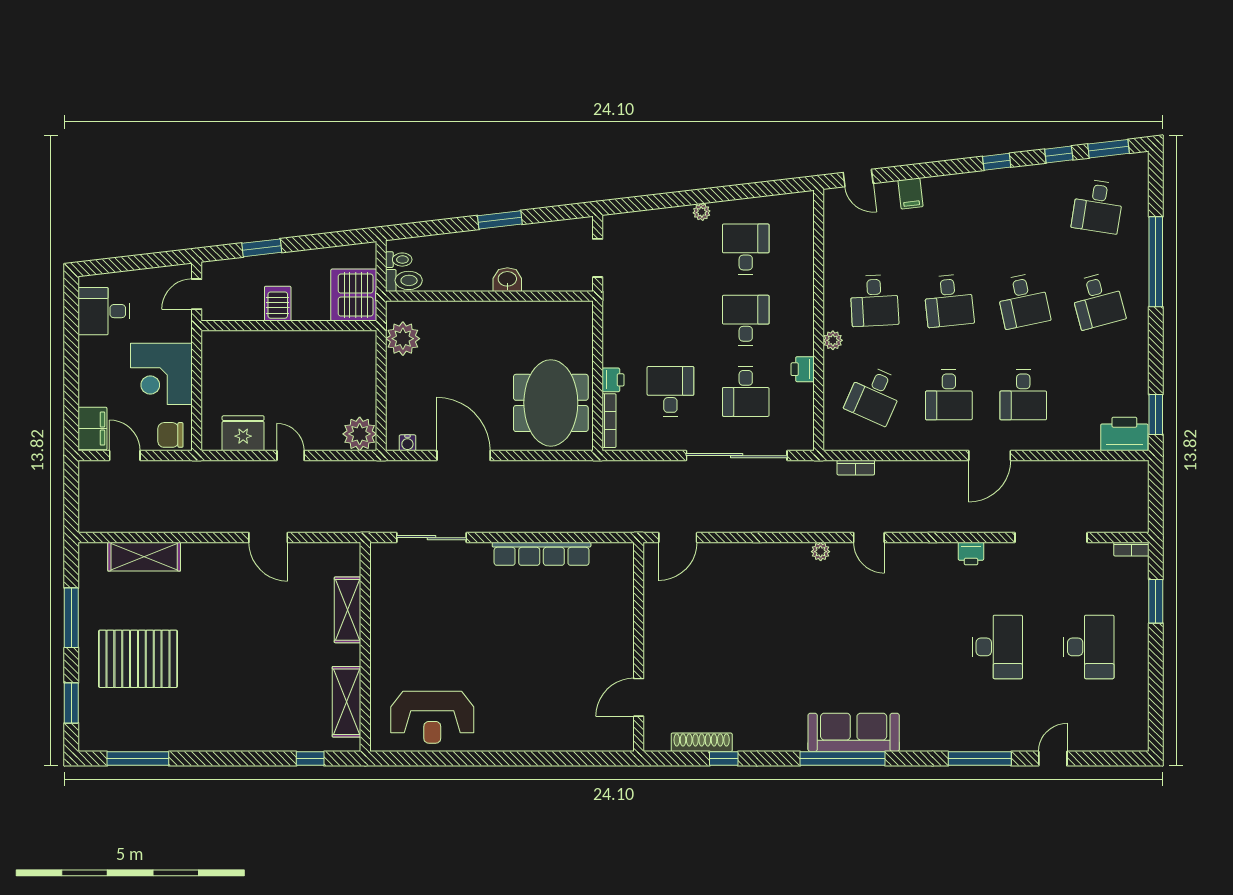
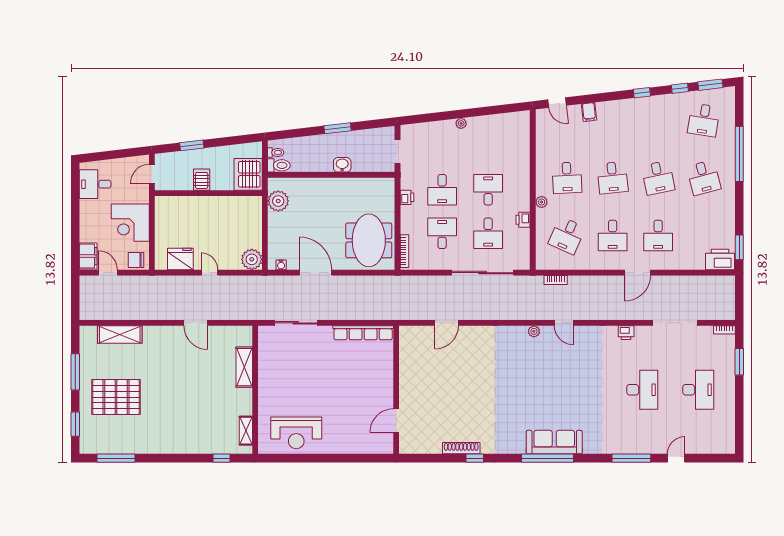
desk: (746, 249) -> (442, 190), moved, turned 180
printer: (613, 380) -> (407, 197), moved
wall: (639, 647) -> (396, 390), moved
door: (639, 697) -> (396, 421), moved
shelving: (346, 702) -> (246, 431), width x0.67, depth x0.75

